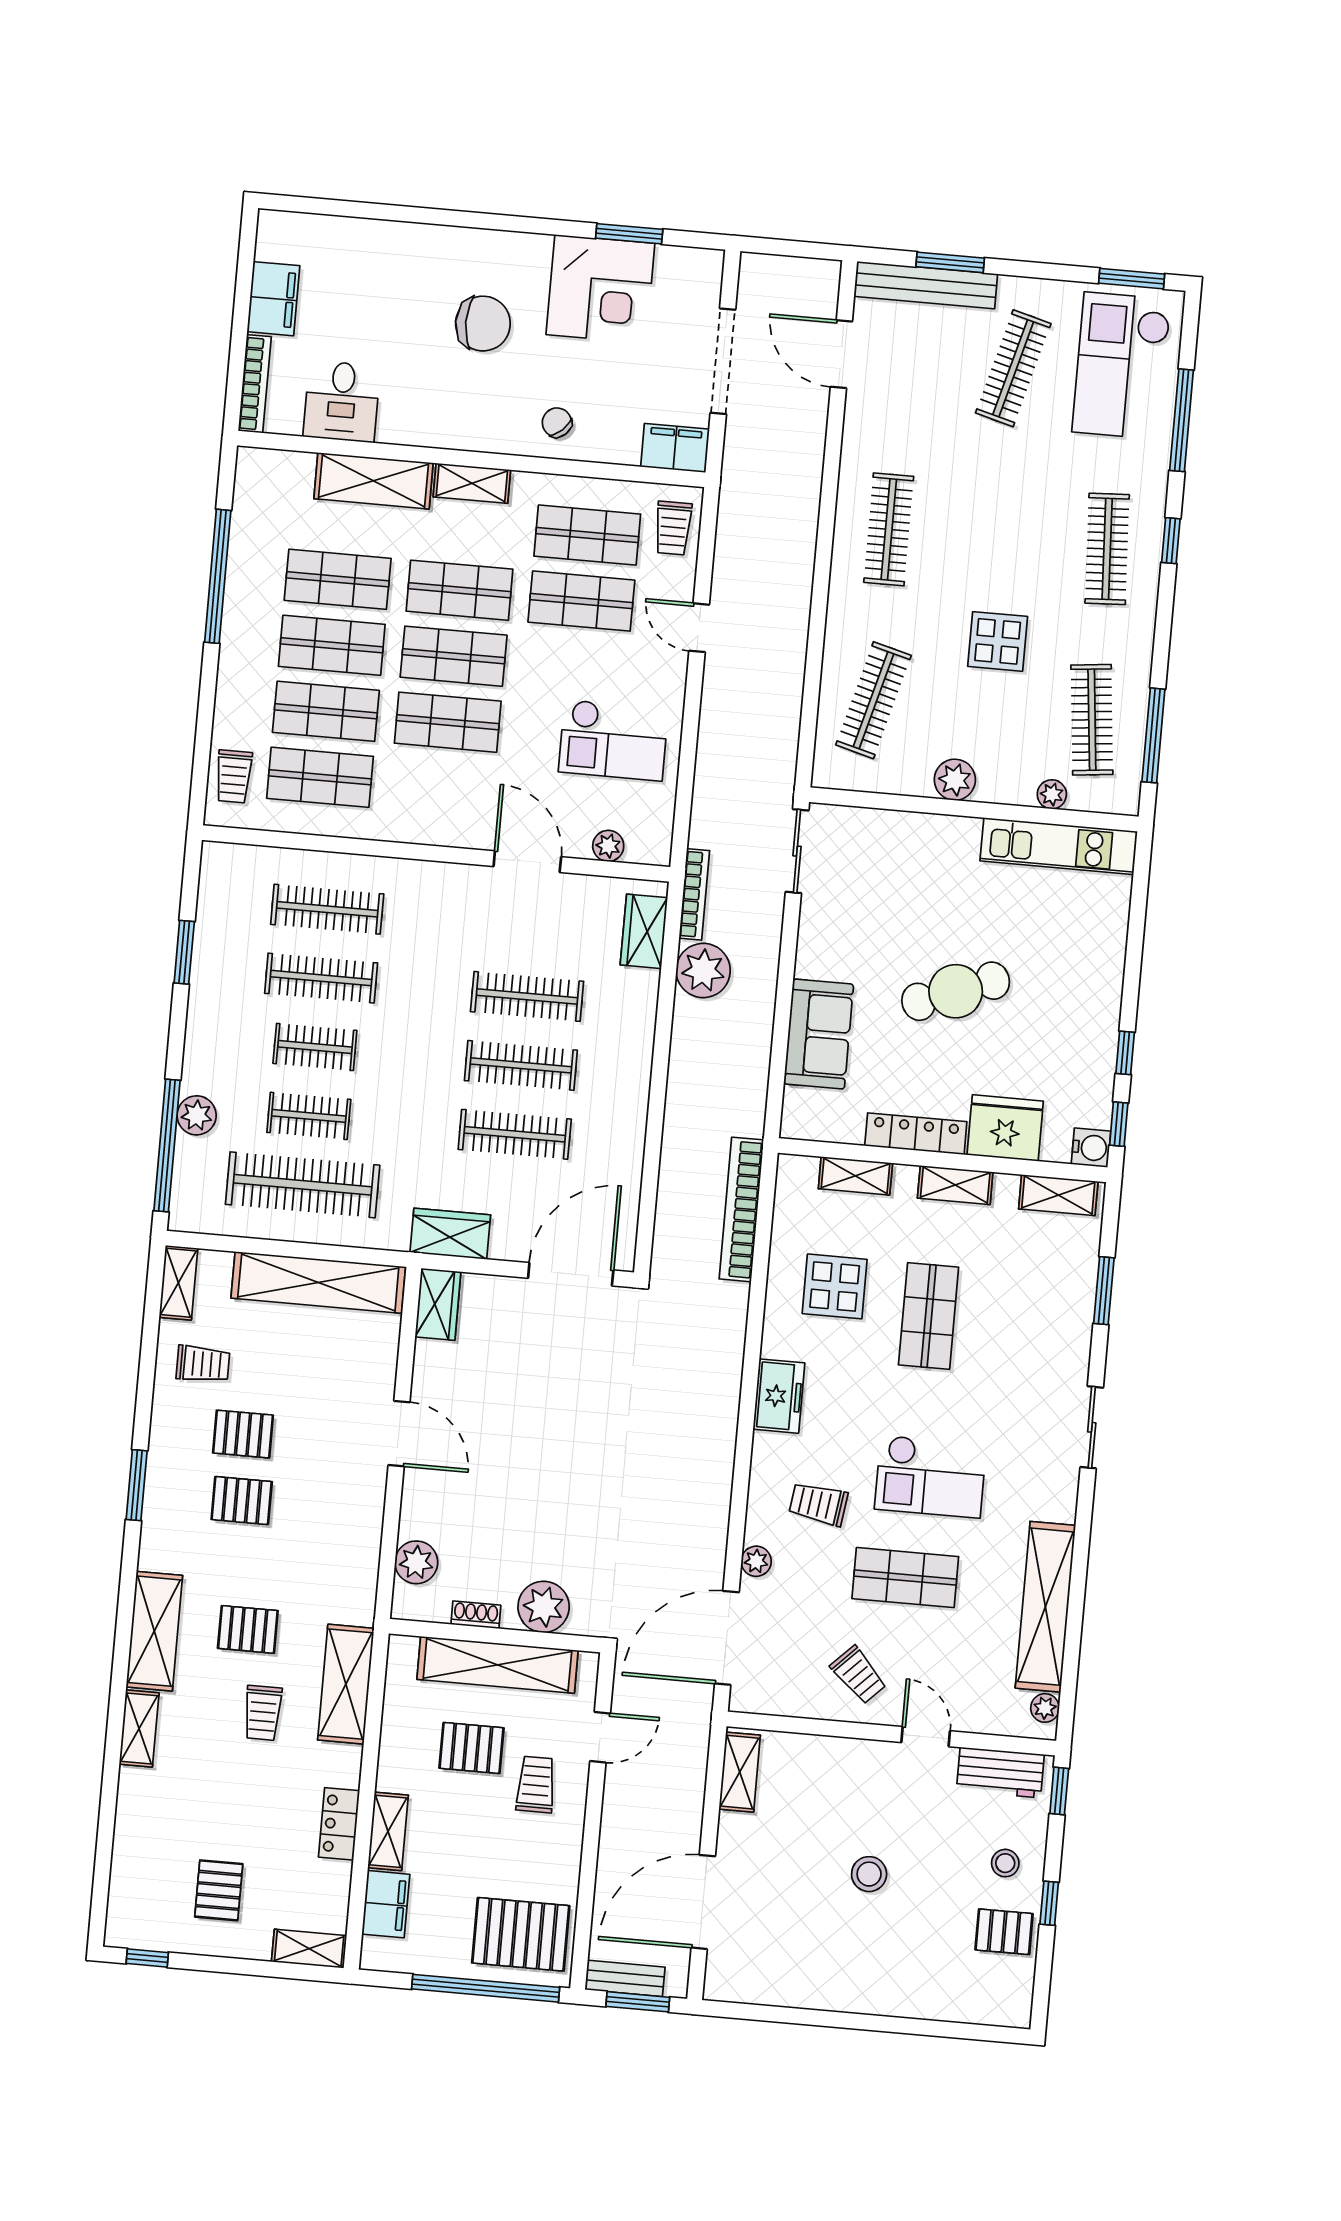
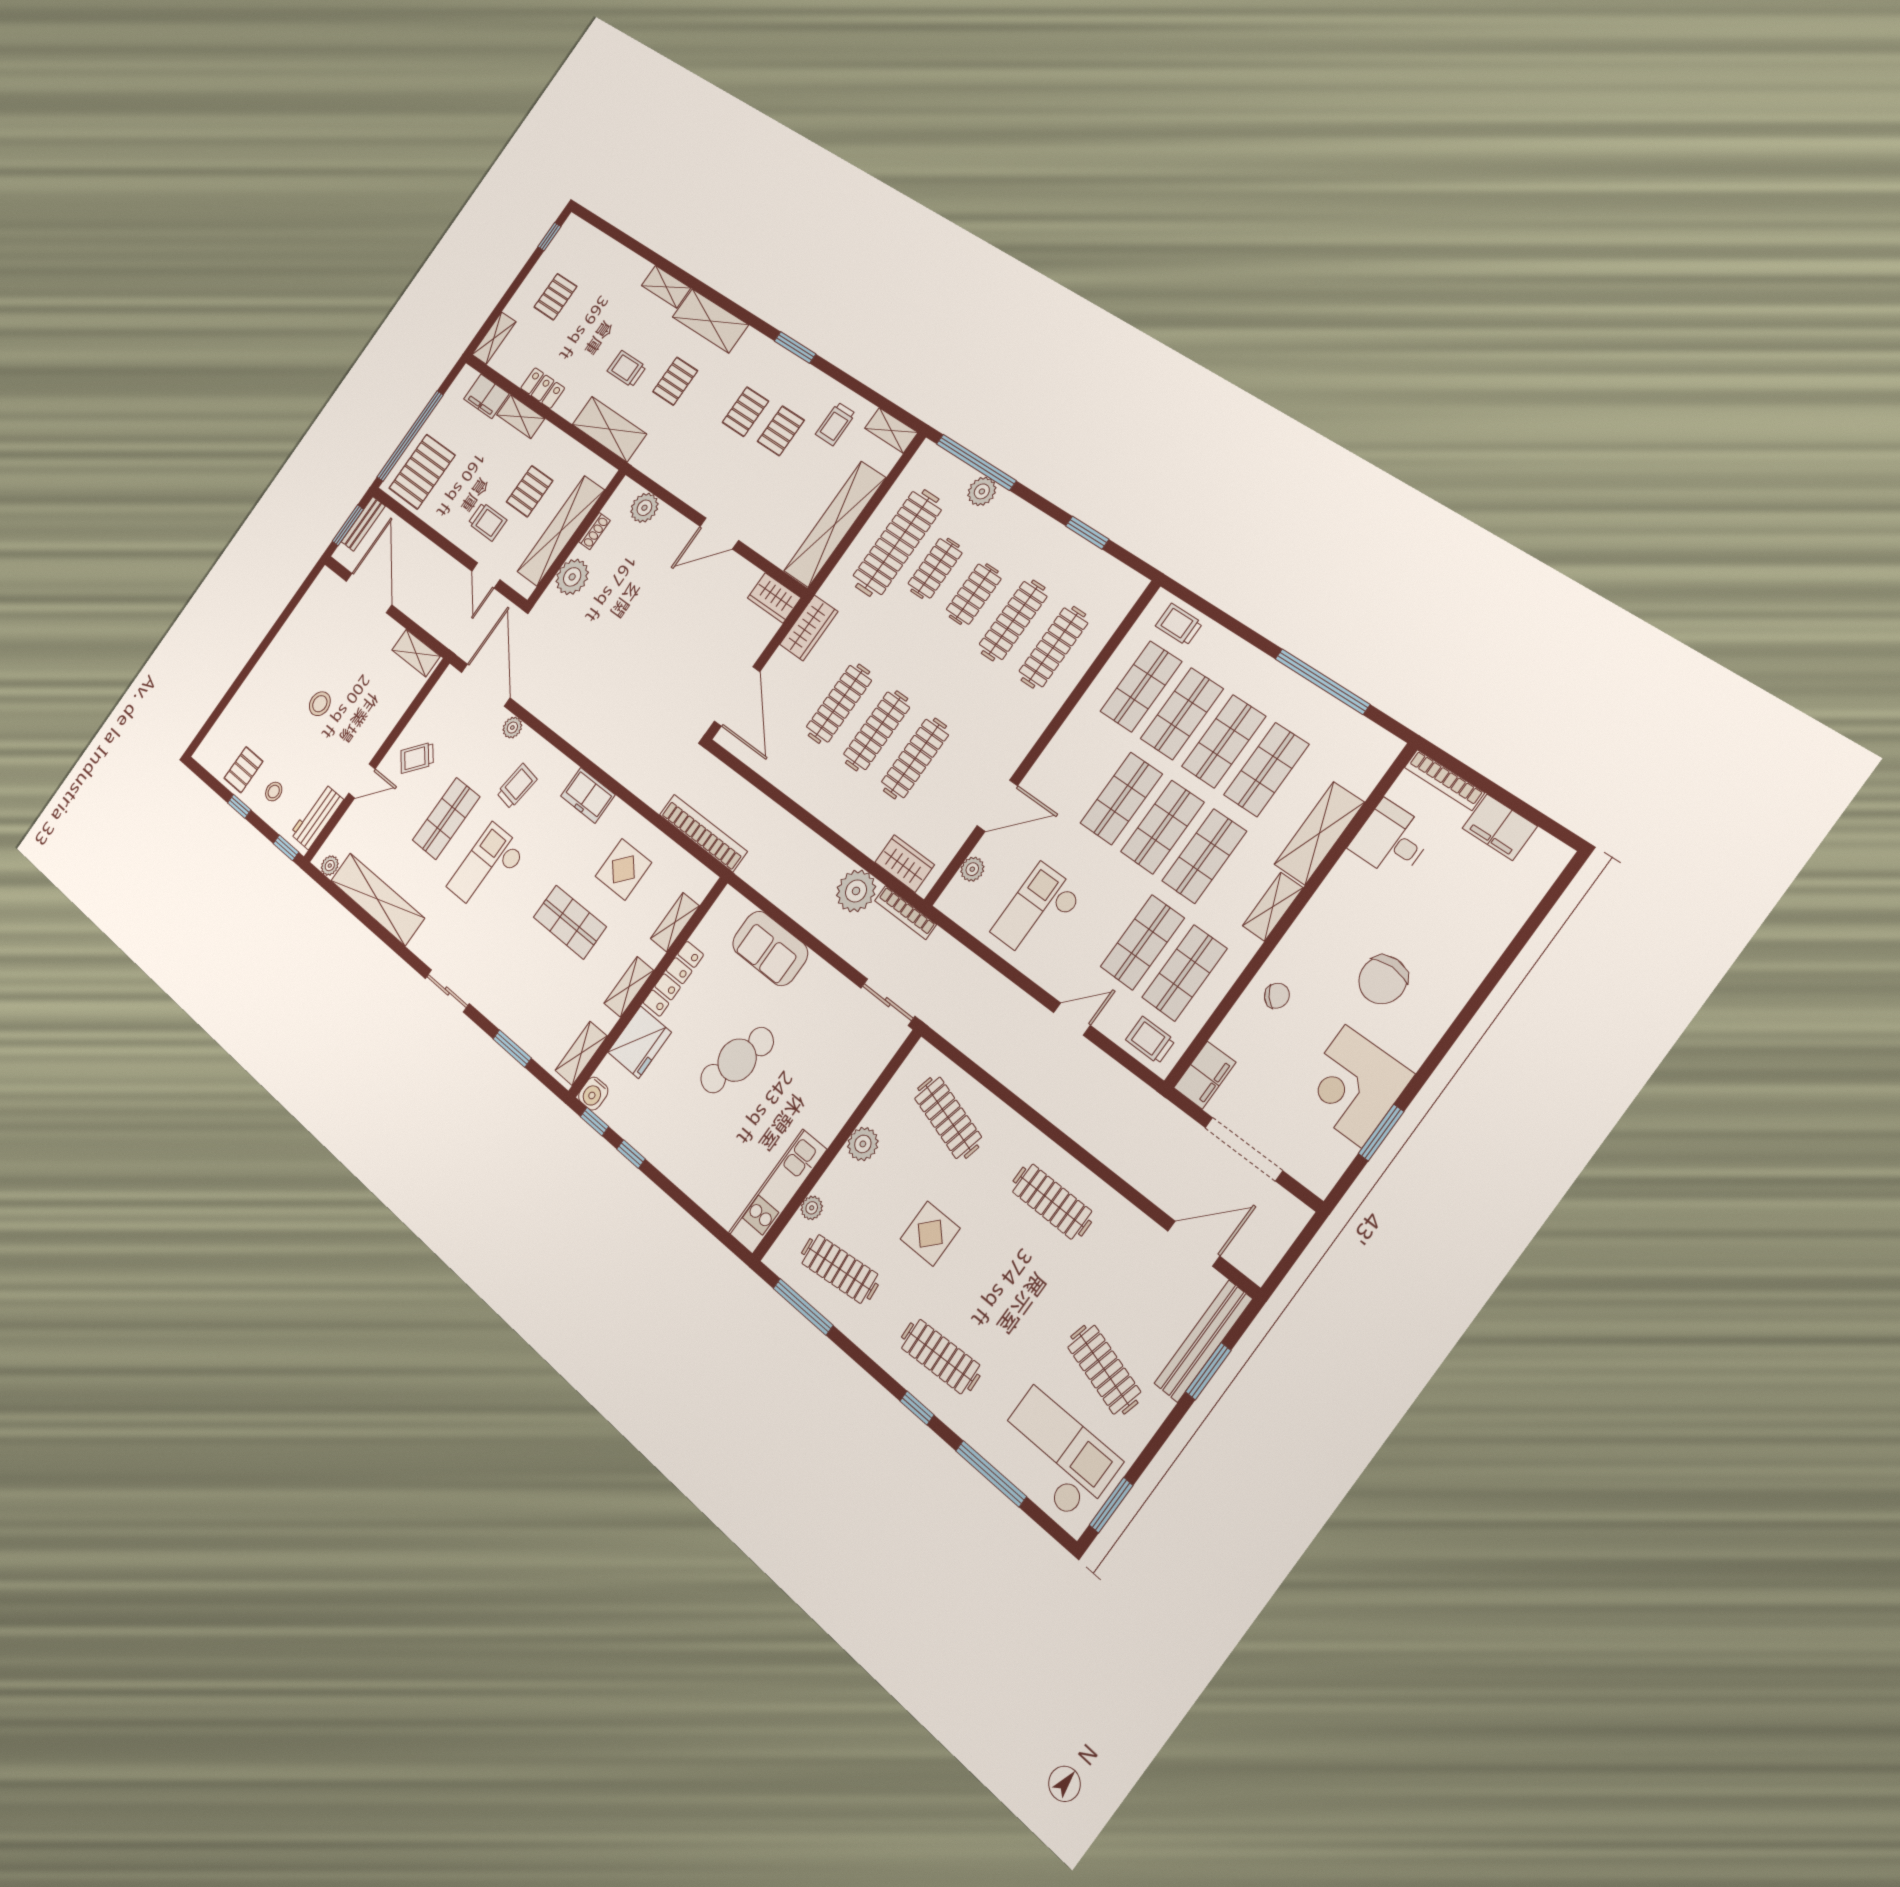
cafe table: (956, 991) -> (737, 1060), turned 40
pallet: (219, 1890) -> (555, 297), turned 90

